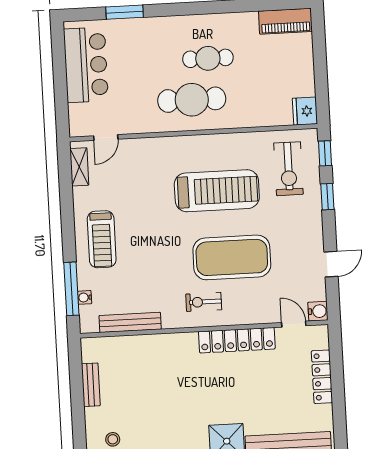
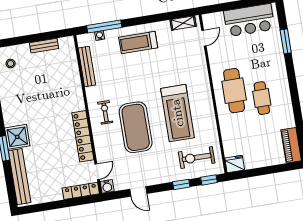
door: (106, 138) -> (204, 38), swing flipped
locker: (322, 377) -> (81, 191), moved

